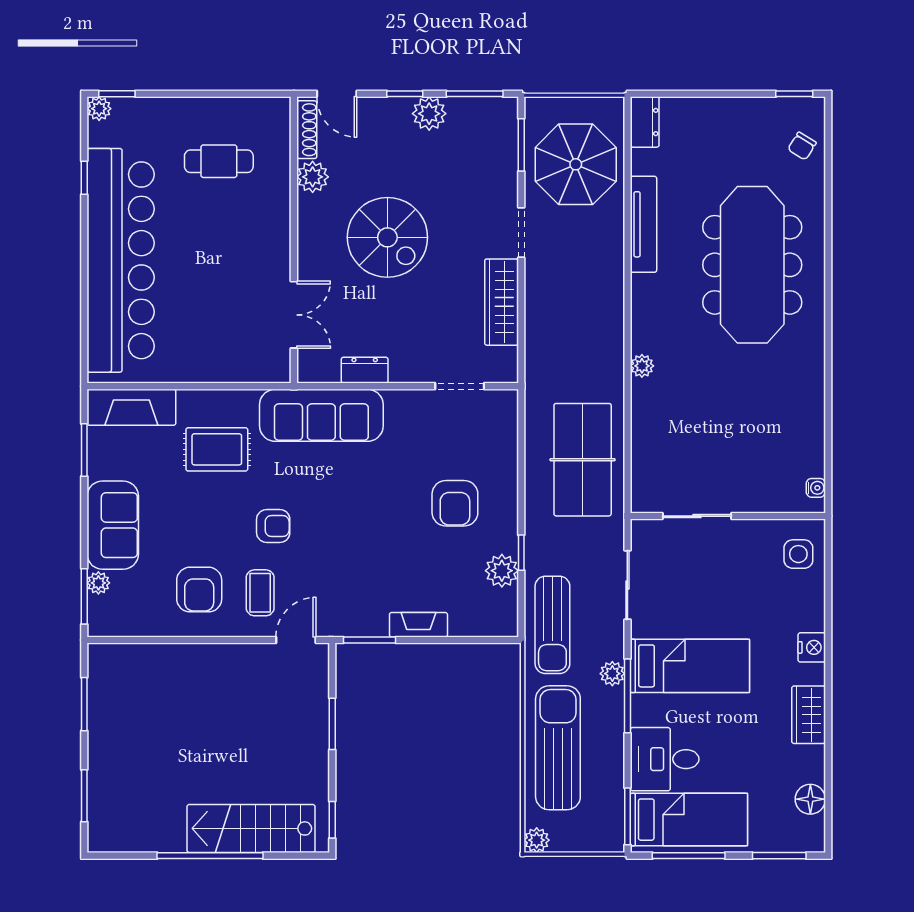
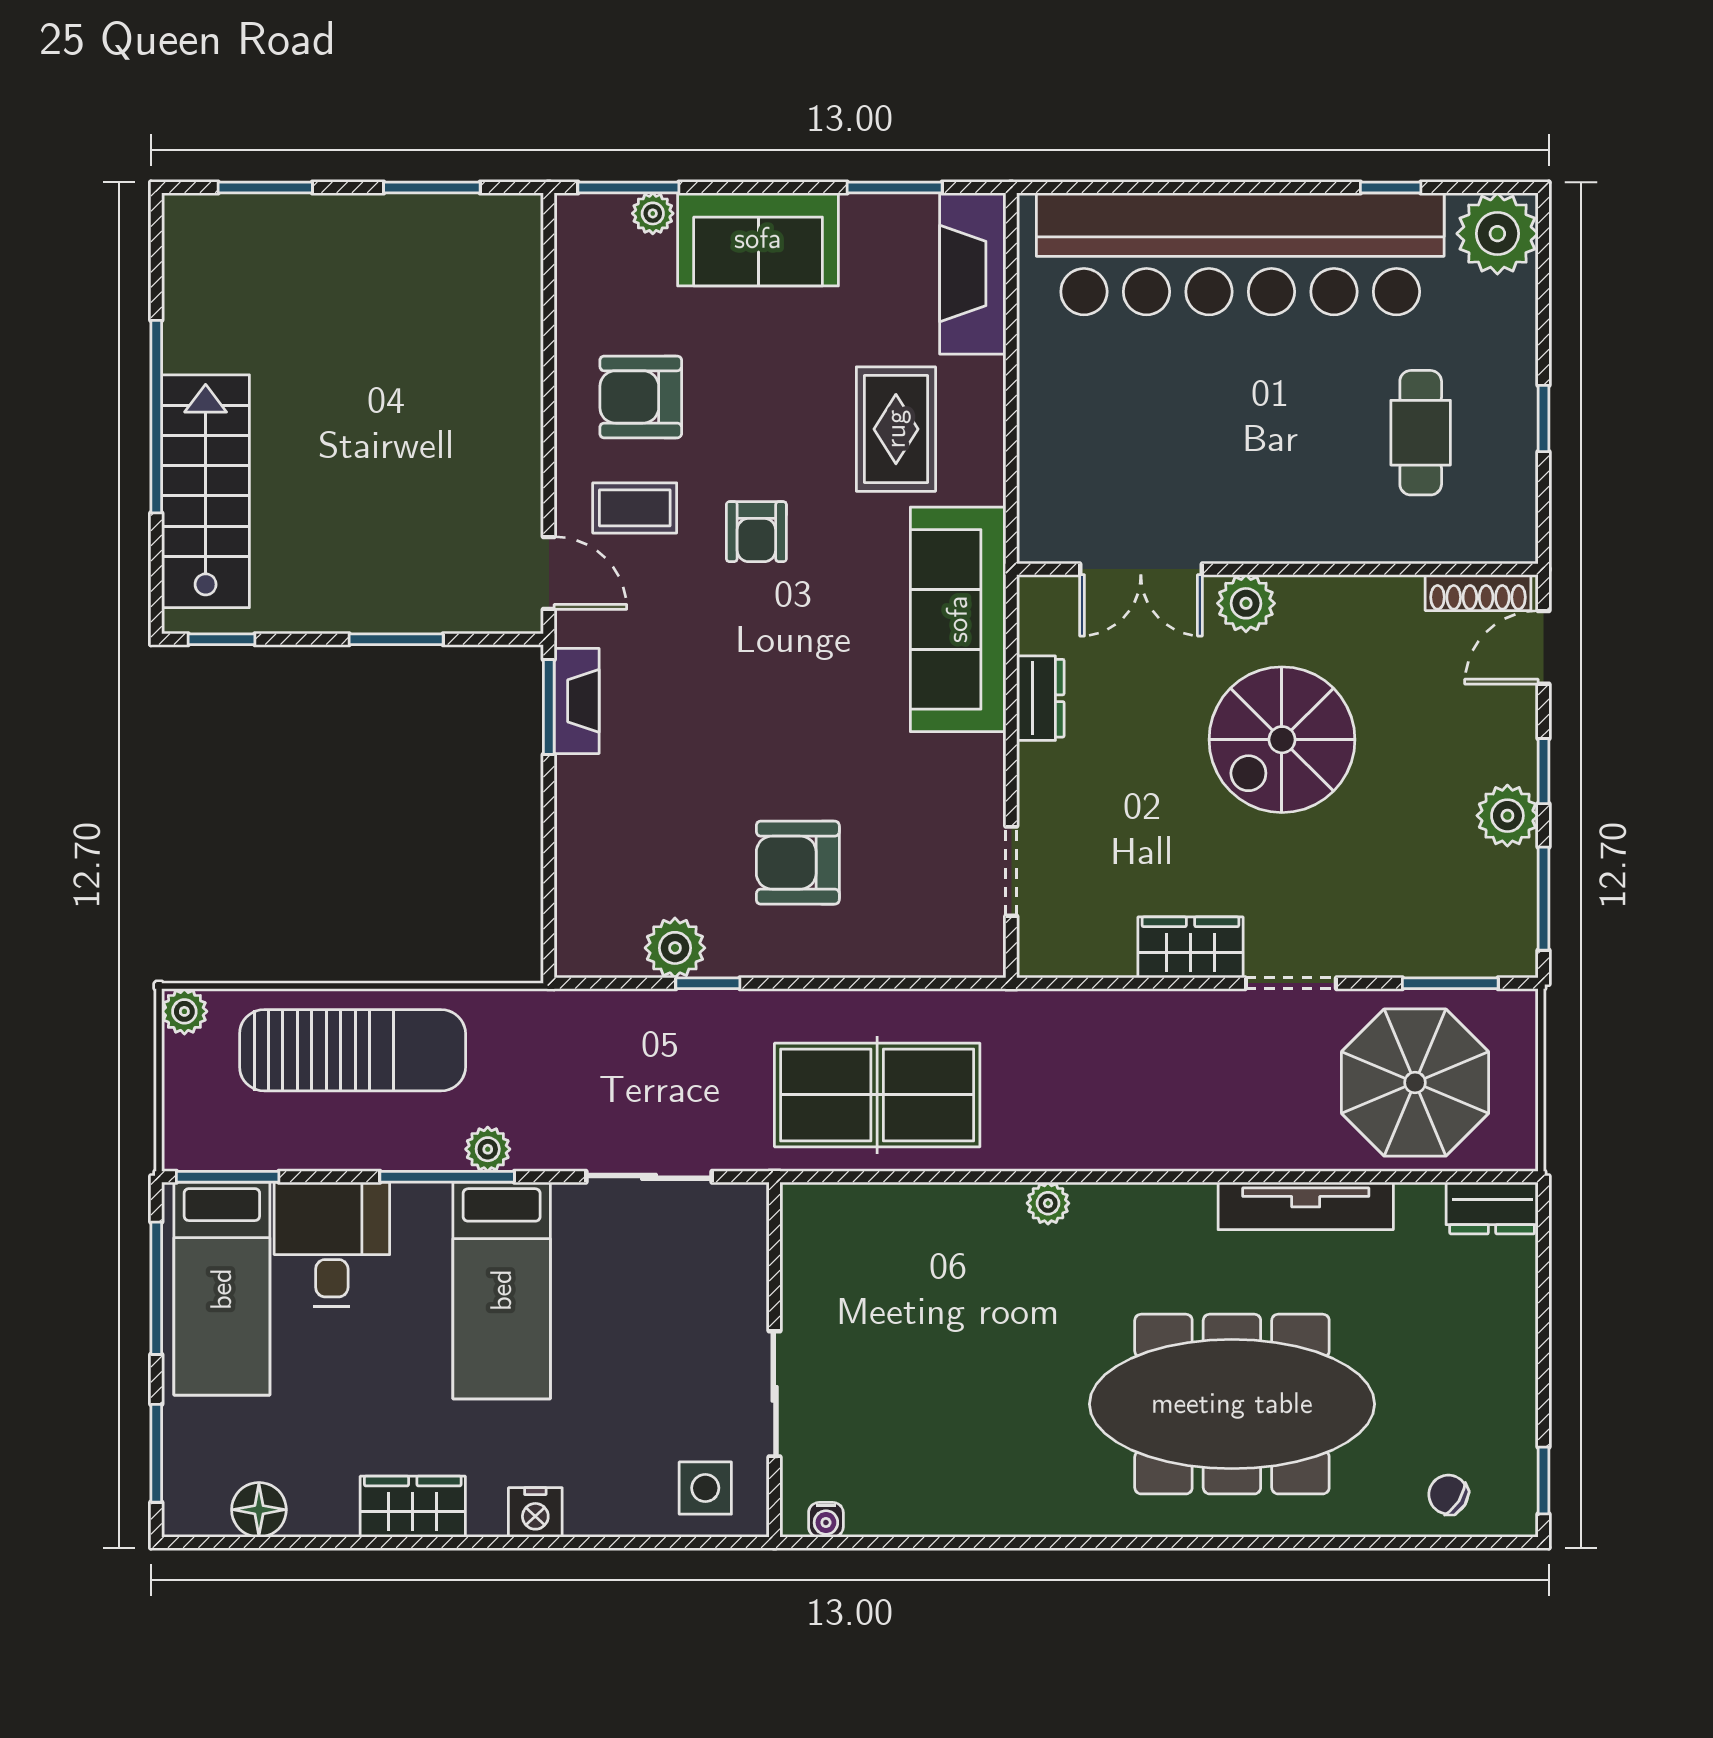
window: (117, 94) -> (1543, 418), moved
plant: (99, 109) -> (1497, 234), width x1.87, depth x1.87
plant: (313, 177) -> (1246, 603), moved
wardrobe: (502, 302) -> (1190, 947), width x0.67
sliding door: (697, 516) -> (775, 1394), moved
fireplace: (418, 625) -> (577, 701), moved
sun lounger: (552, 625) -> (576, 1040), removed

